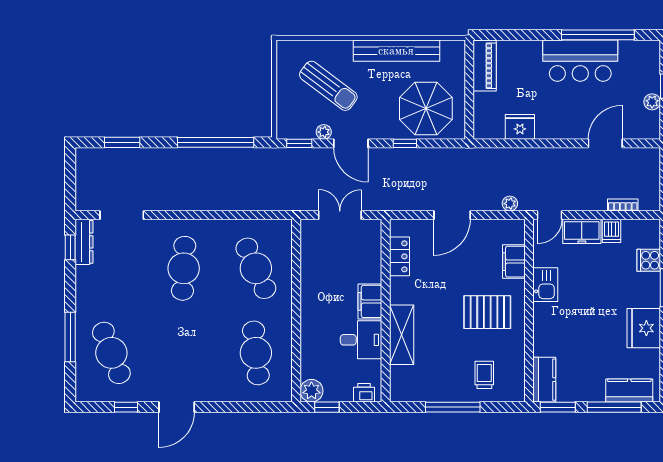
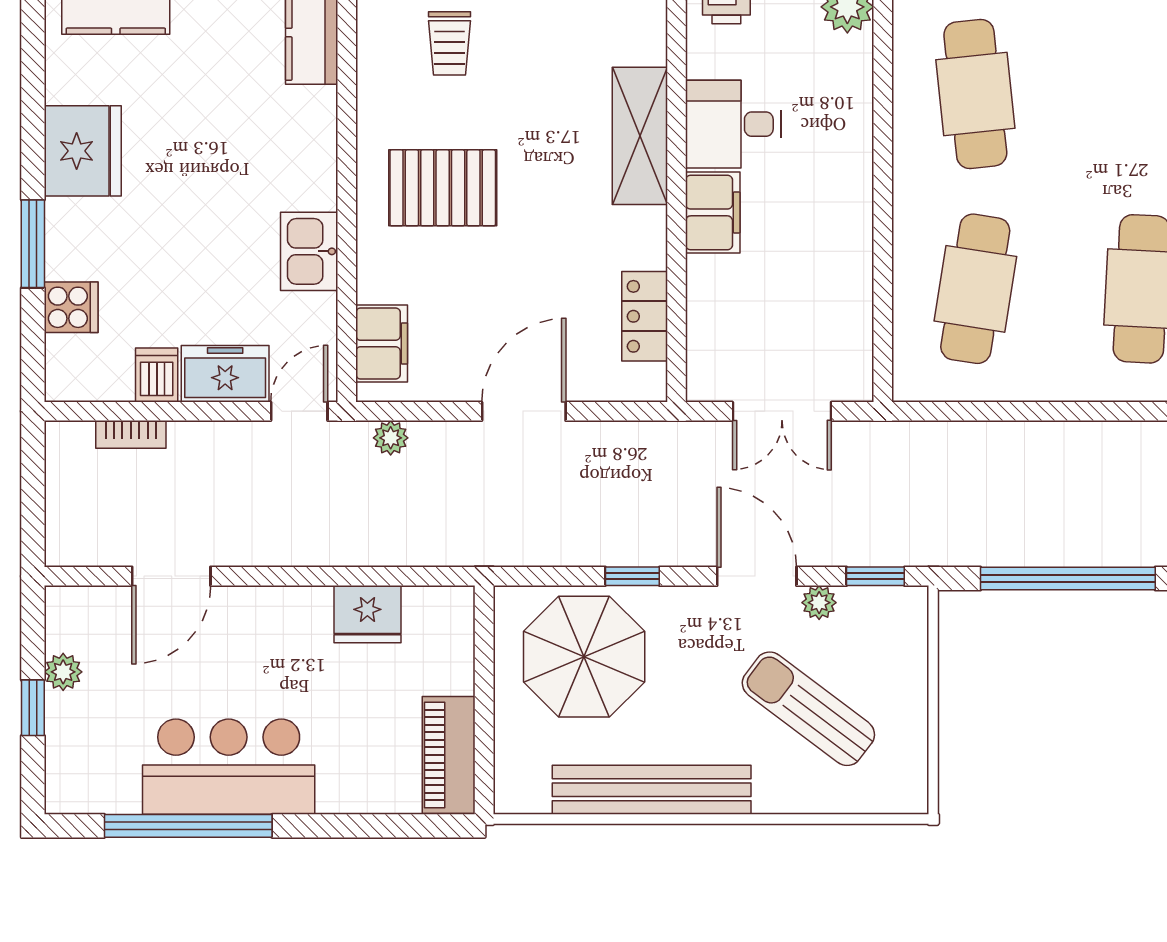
filing cabinet: (514, 262) -> (382, 343), moved
cafe table: (256, 268) -> (975, 289), turned 33

